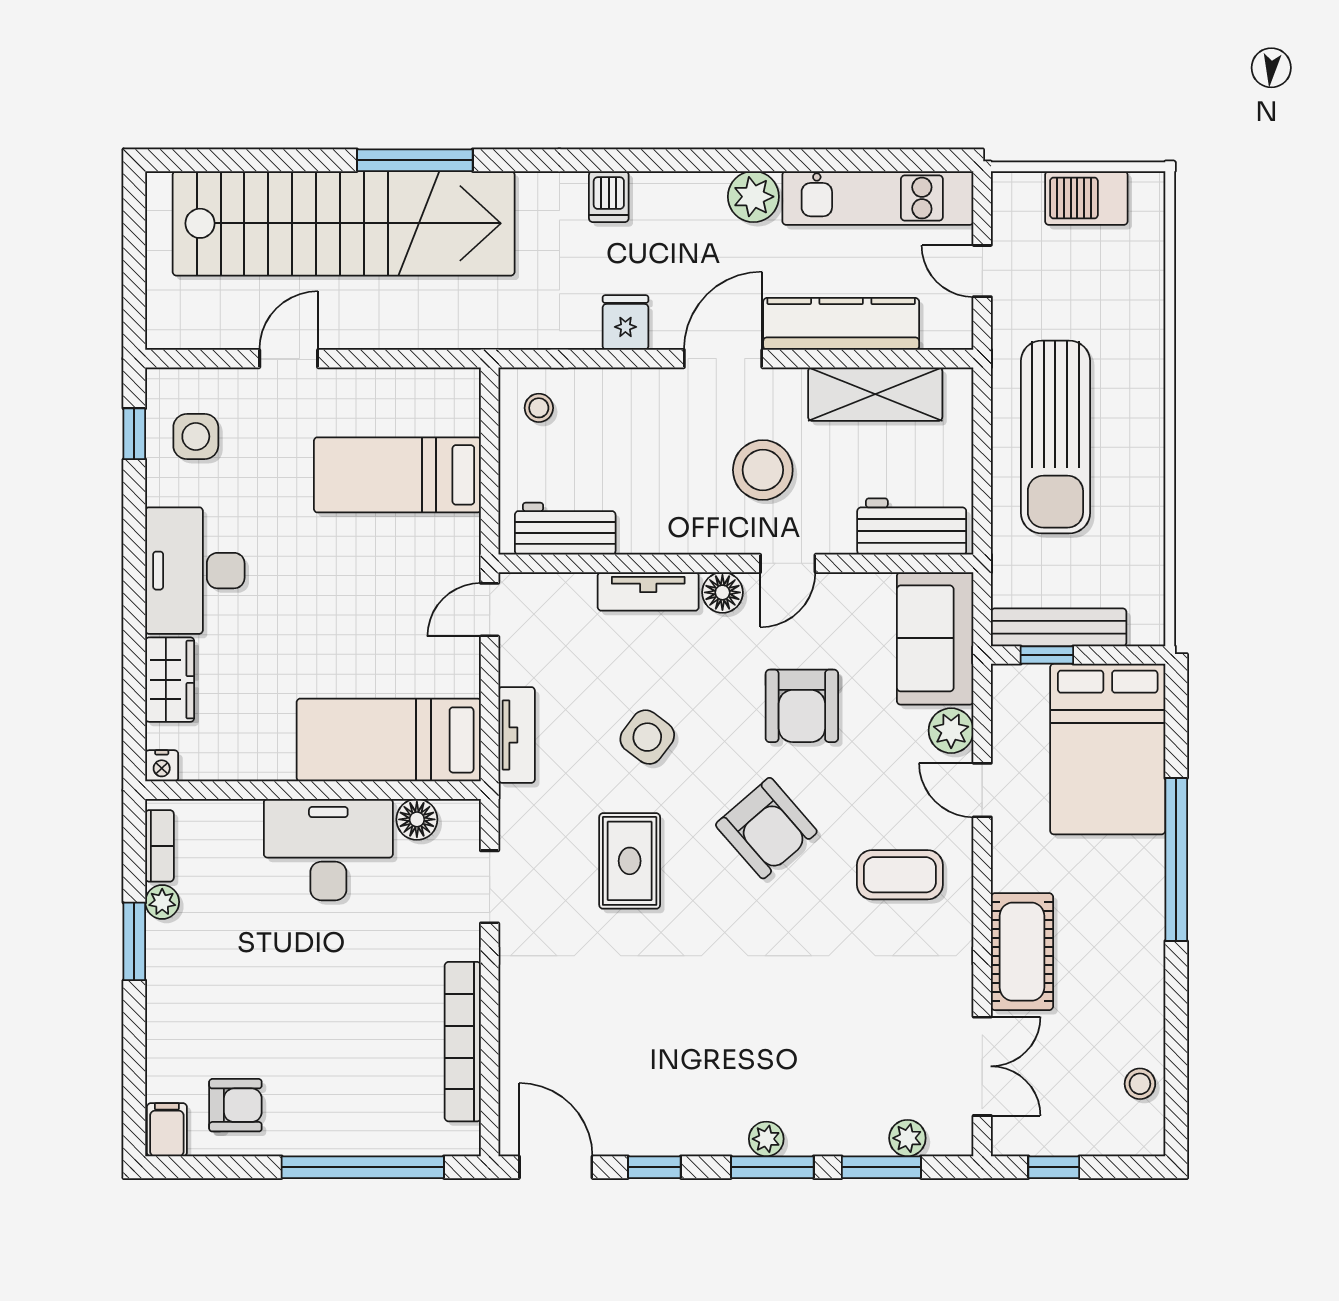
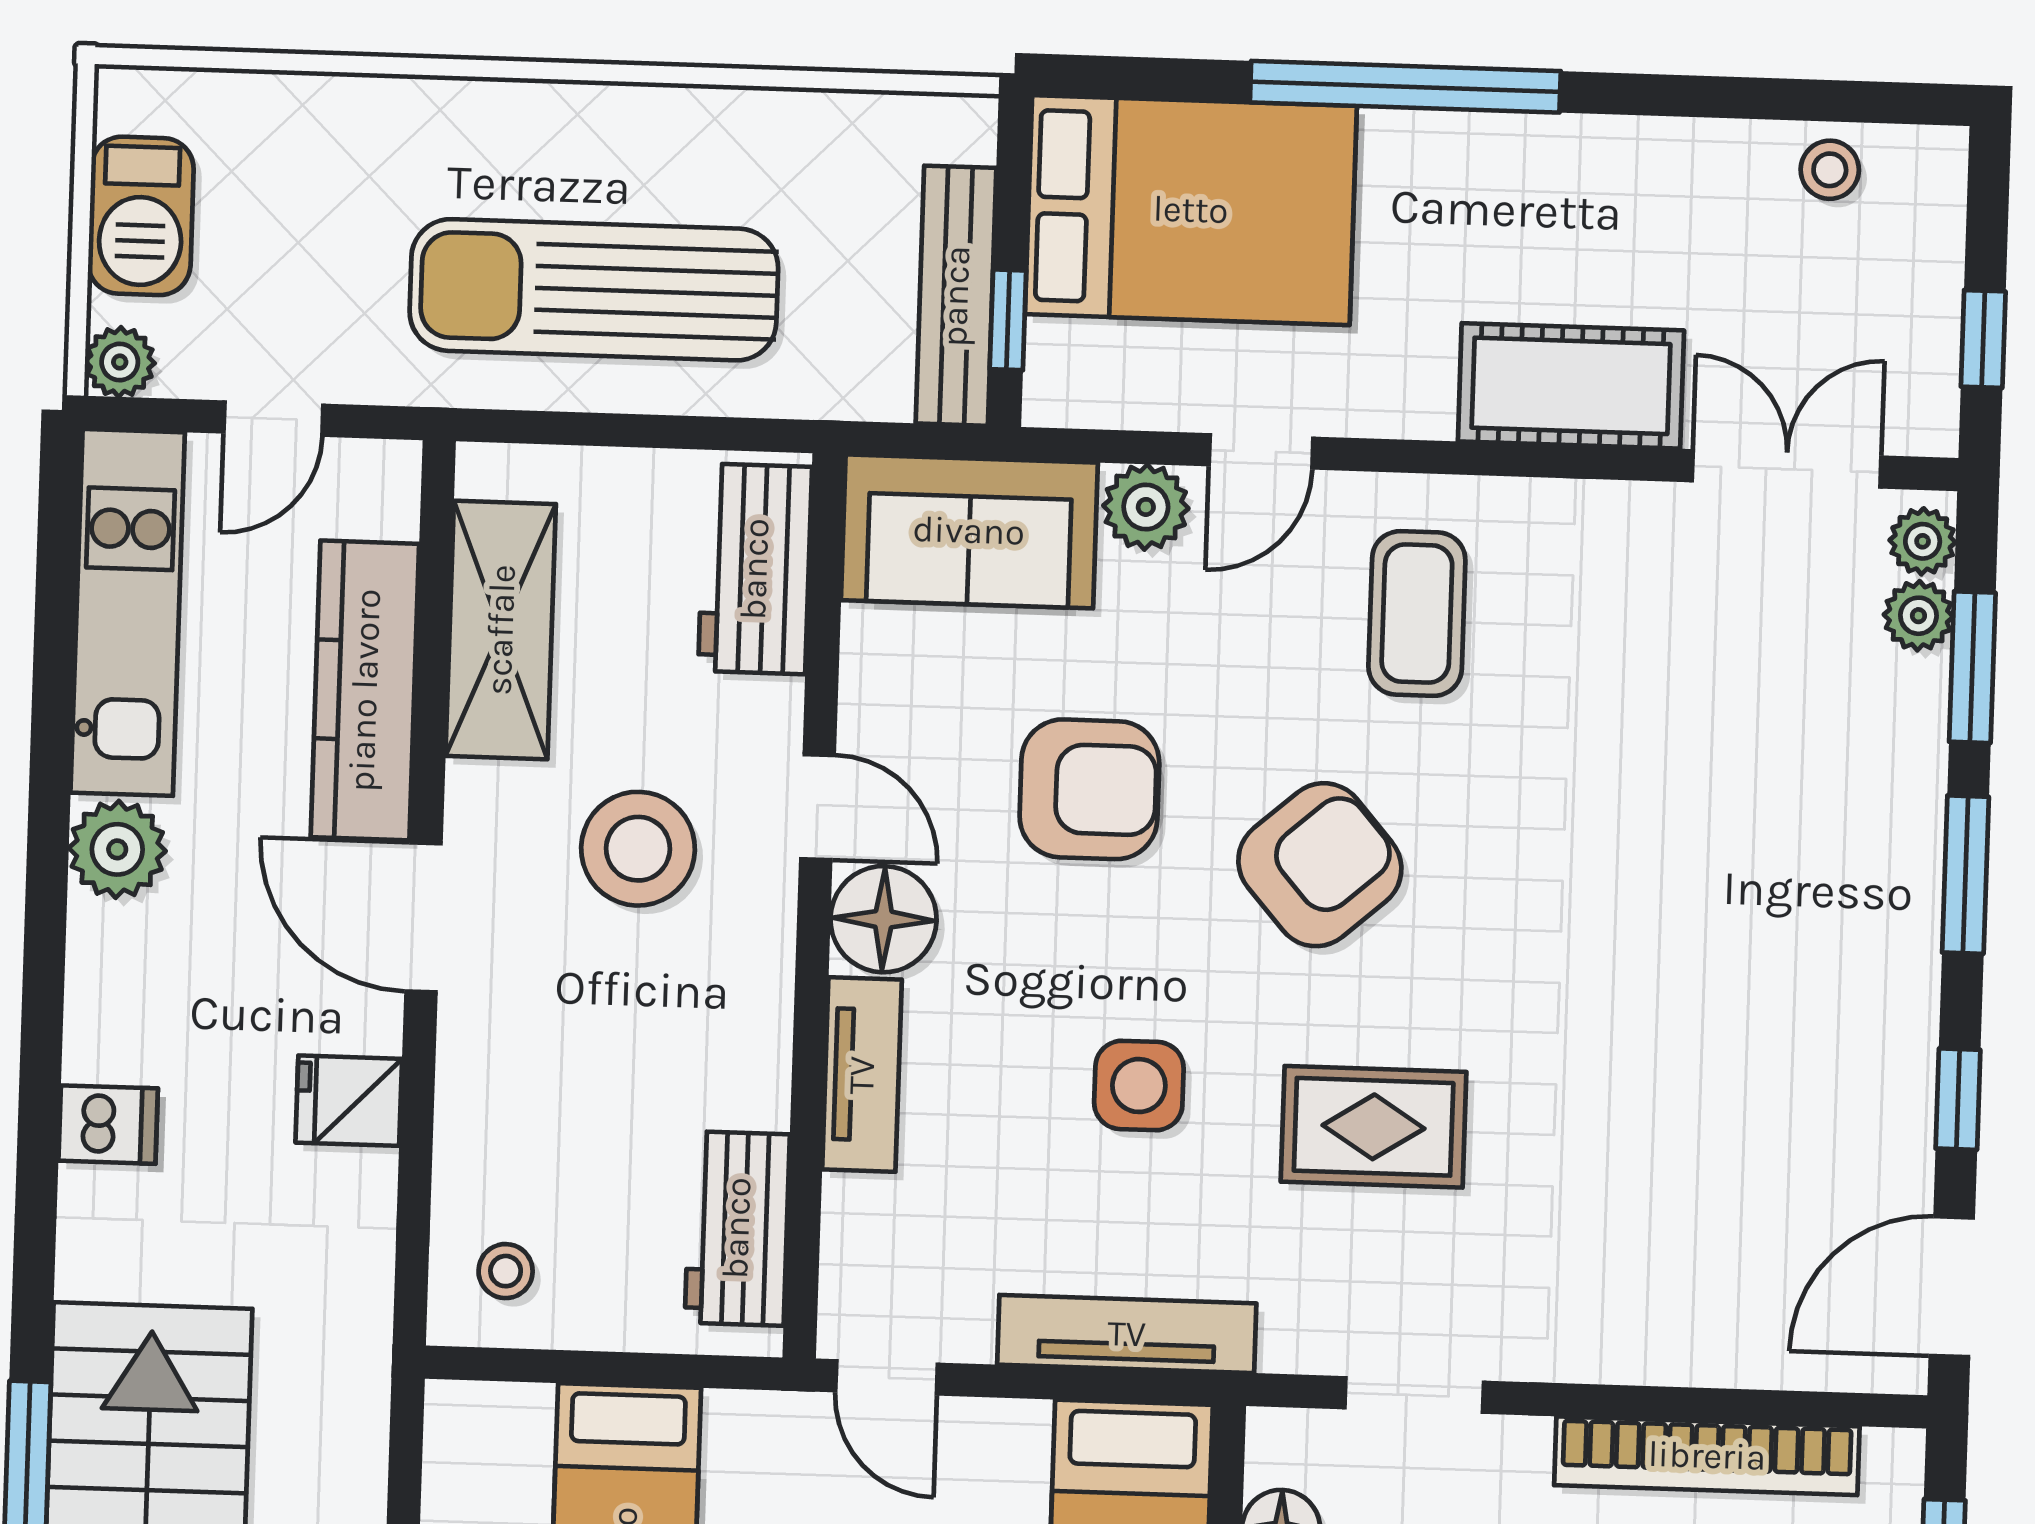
plant: (1009, 189) -> (120, 362), added
sun lounger: (1055, 437) -> (594, 290), turned 180
floor lamp: (722, 592) -> (883, 919), width x1.38, depth x1.38
tv unit: (517, 735) -> (1127, 1334), width x1.41
side table: (647, 737) -> (1139, 1086), turned -37
plant: (766, 1139) -> (1923, 541), moved

